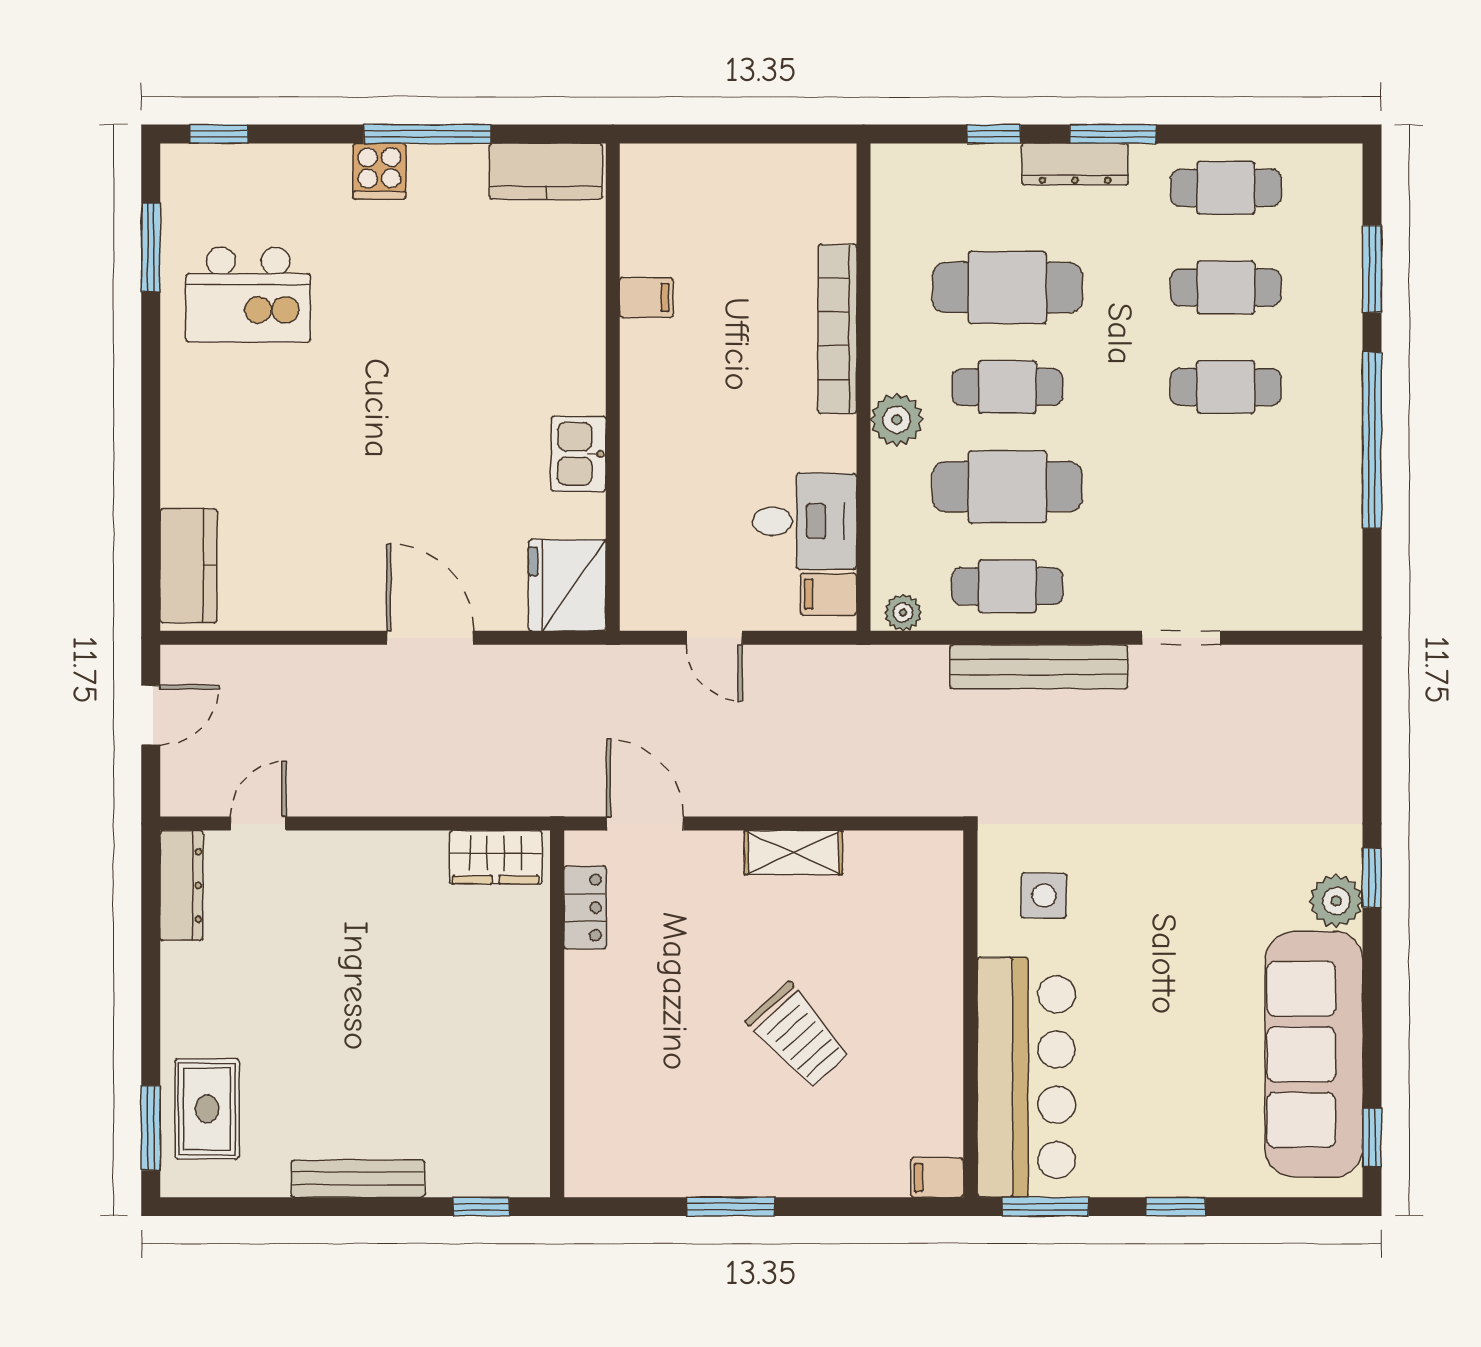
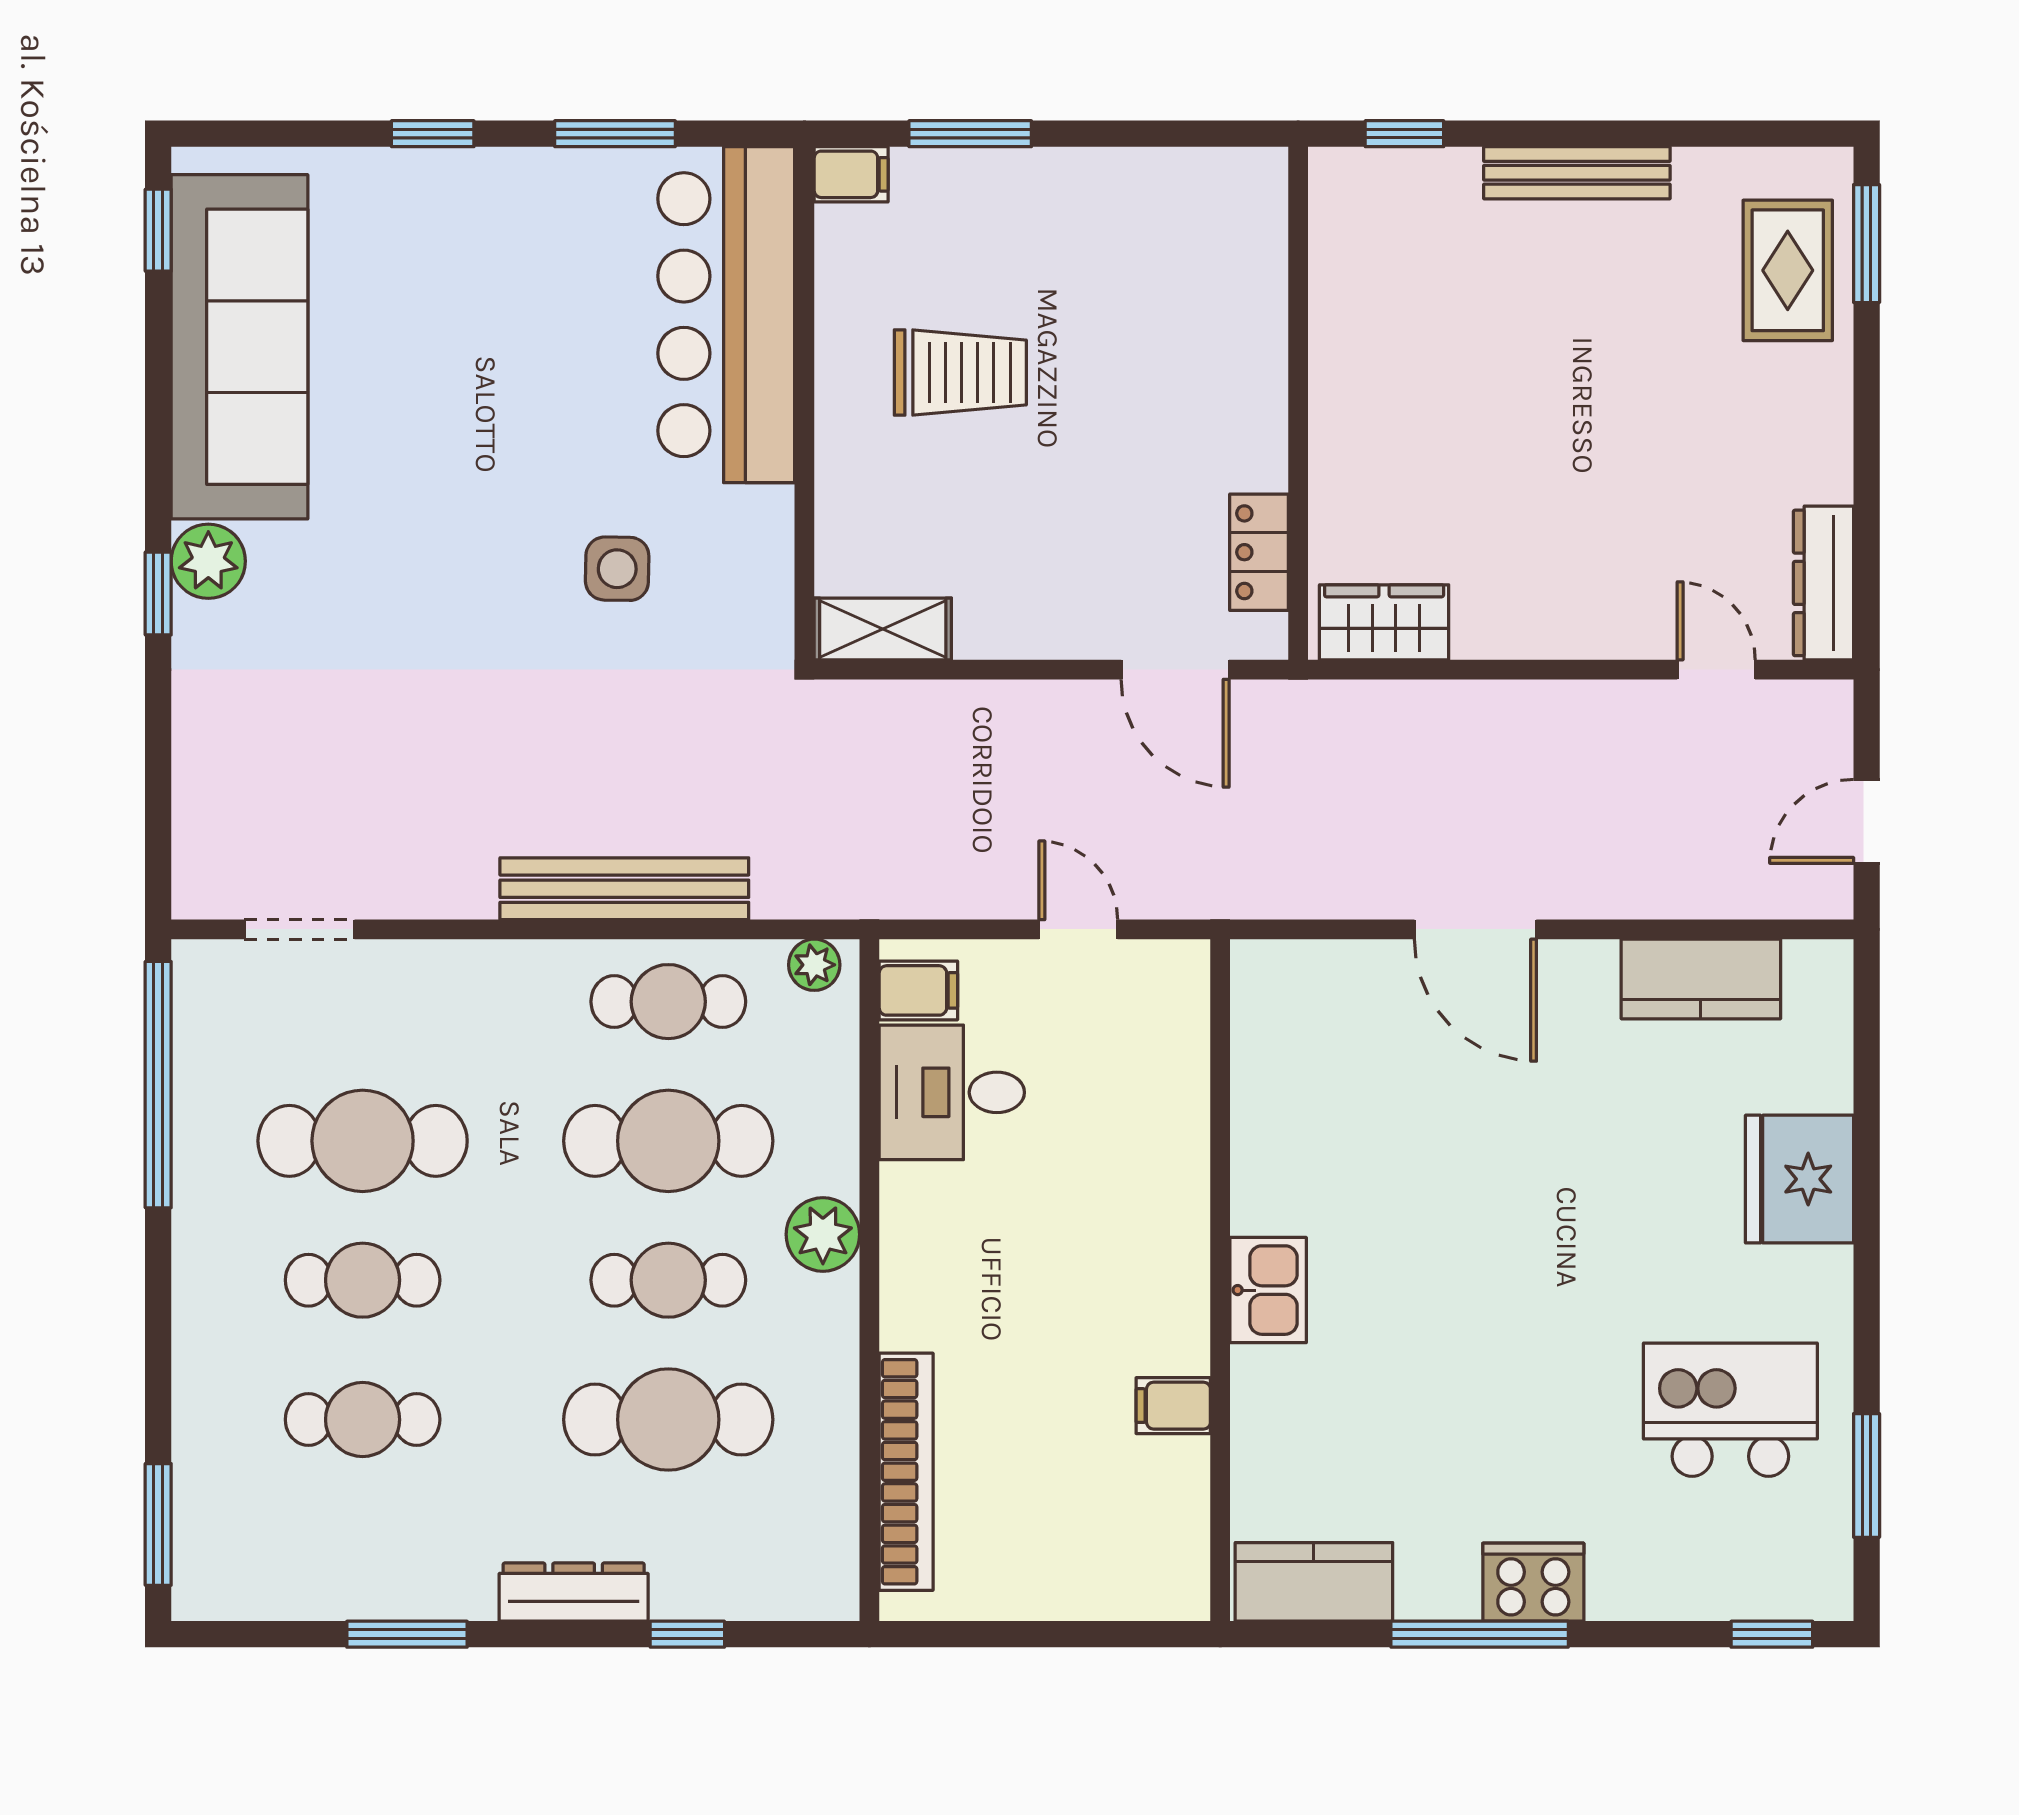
window: (1113, 134) -> (407, 1634), moved
cooker: (379, 171) -> (1533, 1582), width x1.36
cafe table: (1226, 188) -> (363, 1141), moved, width x1.37, depth x1.35
window: (1372, 269) -> (158, 1524), moved
bookcase: (837, 329) -> (906, 1472), moved
window: (1372, 440) -> (158, 1085), moved
kitchen sink: (579, 454) -> (1268, 1290), moved
kitchen counter: (189, 566) -> (1701, 979), moved, turned -90
fridge: (567, 585) -> (1800, 1179), moved, turned 180
doorway: (1181, 638) -> (299, 929), moved
door: (258, 824) -> (1716, 670), swing flipped
shelving: (793, 853) -> (883, 629), moved
wall: (970, 1014) -> (804, 403), moved
trolley: (799, 1036) -> (960, 373), turned 132
bar counter: (1026, 1077) -> (726, 315), moved
filing cabinet: (937, 1178) -> (851, 174), moved
window: (731, 1207) -> (970, 134), moved

